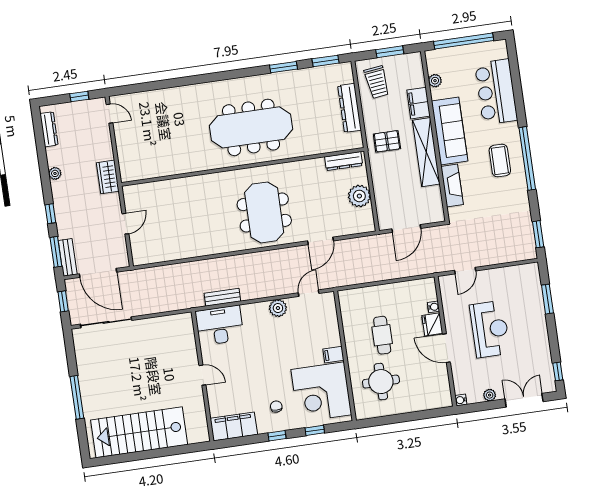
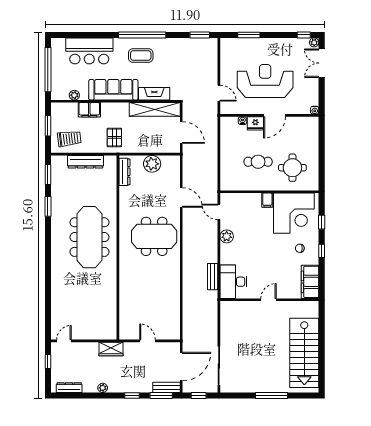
shelving: (426, 152) -> (155, 109), moved
reception desk: (490, 329) -> (265, 81), width x1.36, depth x1.30
plant: (490, 395) -> (314, 42), moved

